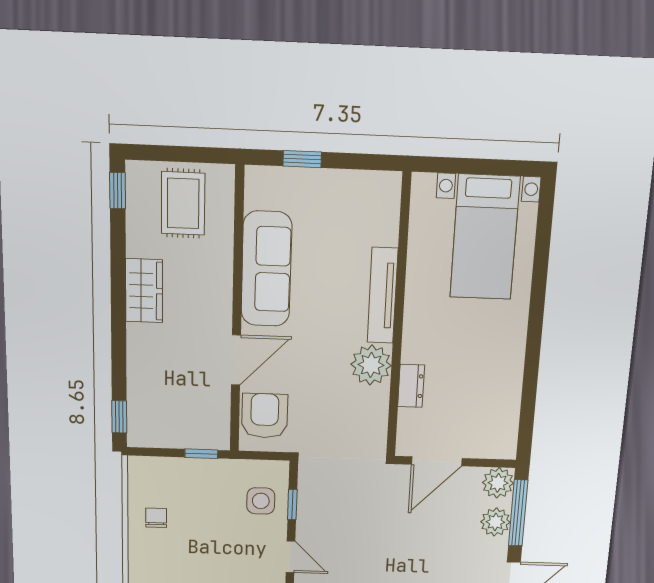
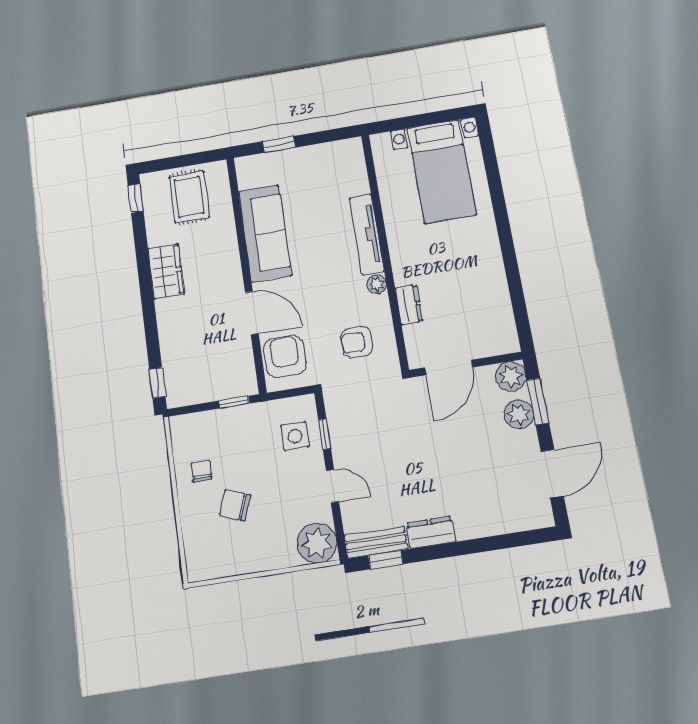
door: (236, 360) -> (252, 313), hinge flipped
plant: (371, 365) -> (377, 284), width x0.53, depth x0.53
armchair: (346, 415) -> (357, 342), added
window: (518, 513) -> (538, 401), width x0.69
chair: (187, 557) -> (235, 505), added

